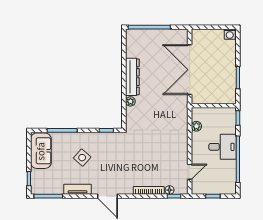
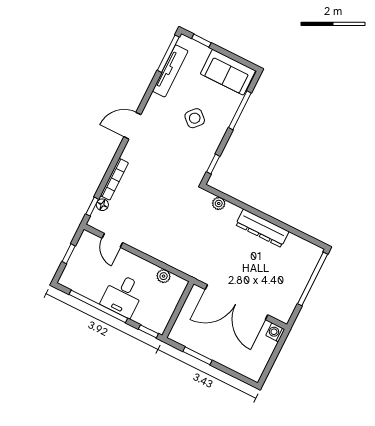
washing machine: (230, 34) -> (275, 332), moved
double door: (190, 70) -> (236, 302), swing flipped
plant: (130, 101) -> (219, 203), moved
tv unit: (78, 189) -> (170, 71), moved, width x1.41

